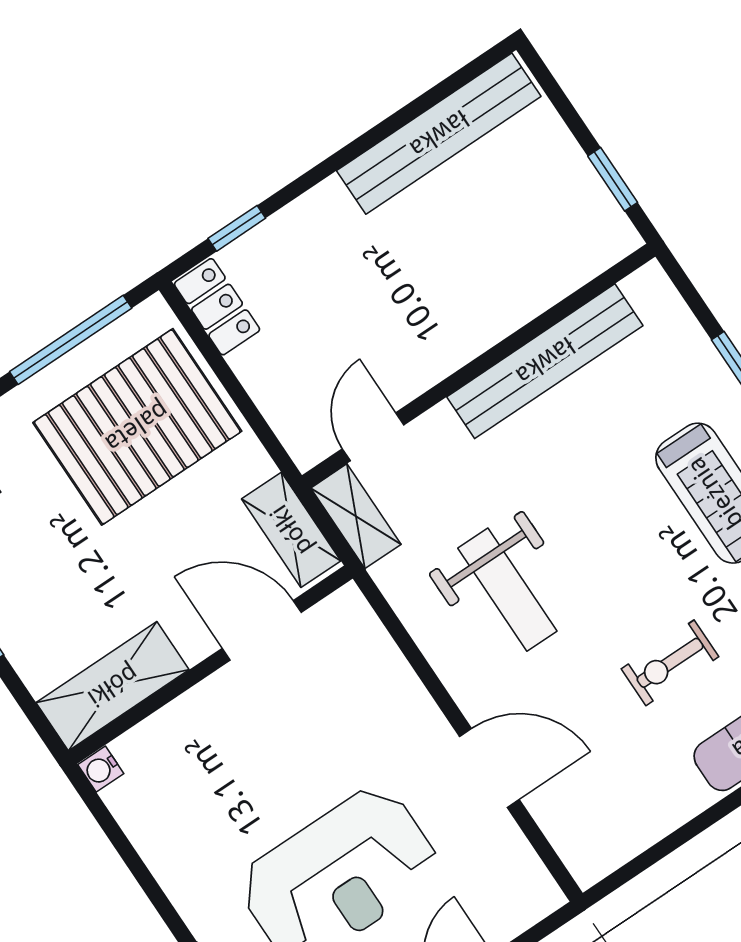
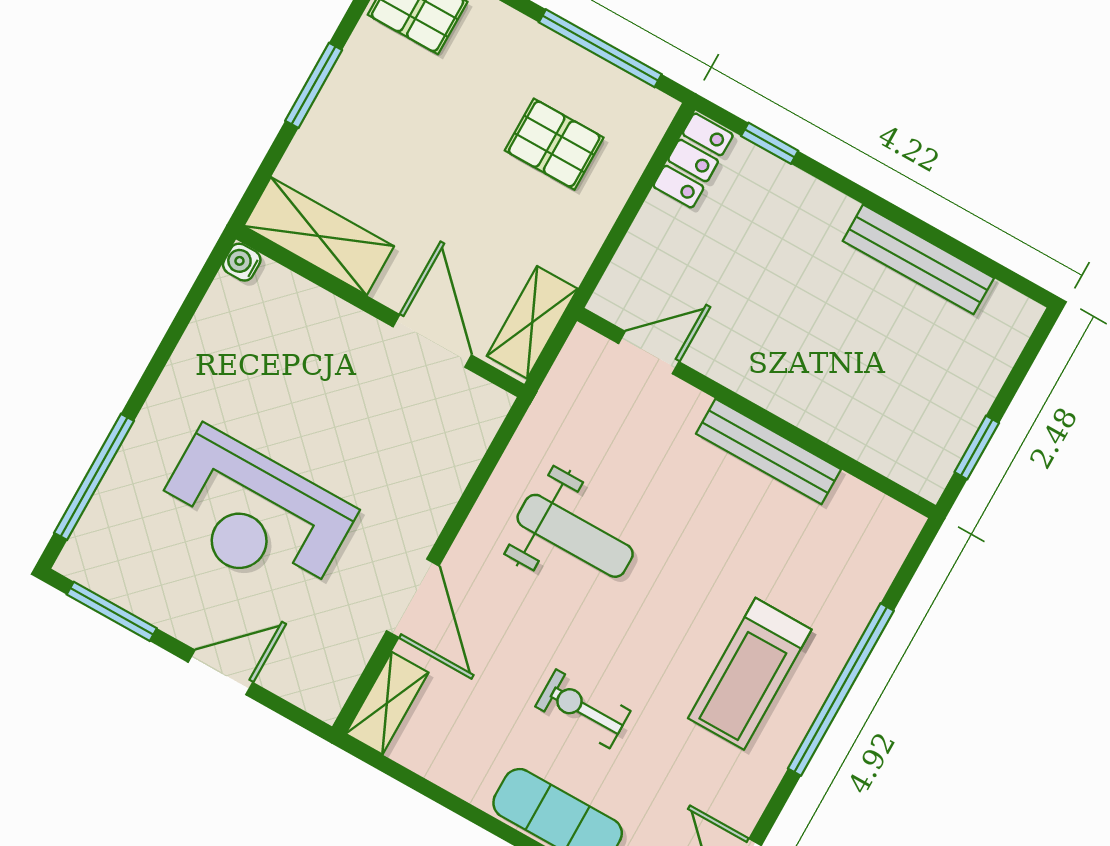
bench: (439, 134) -> (918, 259), width x0.73, depth x0.82
bench: (545, 361) -> (768, 452), width x0.73, depth x0.82
pallet: (137, 427) -> (554, 144), width x0.49, depth x0.50
shelving: (356, 516) -> (387, 703), moved
weight bench: (507, 590) -> (575, 536), turned -90

